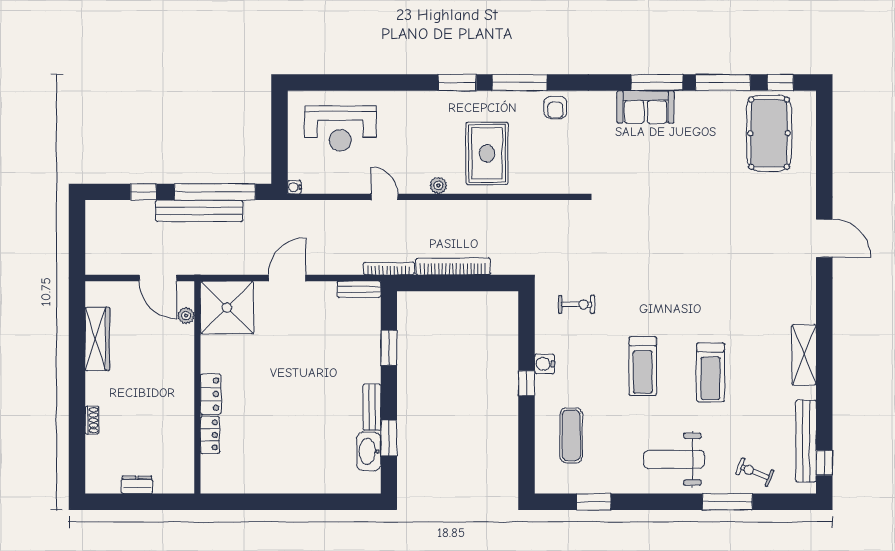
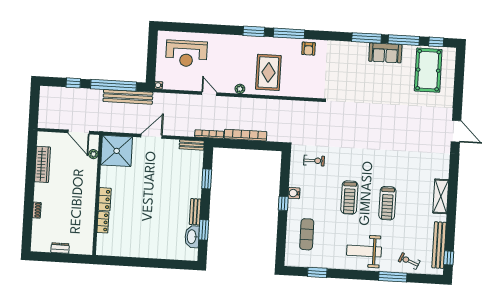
sofa: (646, 107) -> (385, 53), moved
bench: (199, 211) -> (128, 97), moved

